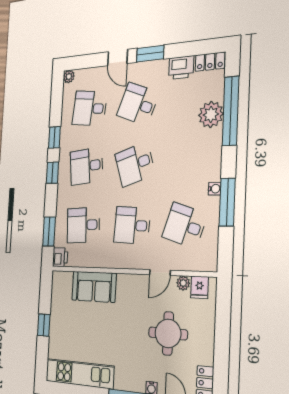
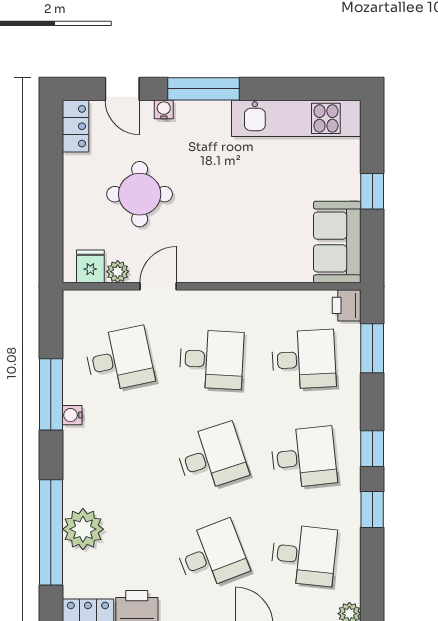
desk: (138, 104) -> (212, 555), turned -42
desk: (185, 225) -> (119, 359), turned -30
sofa: (94, 287) -> (337, 242), moved, turned -90

